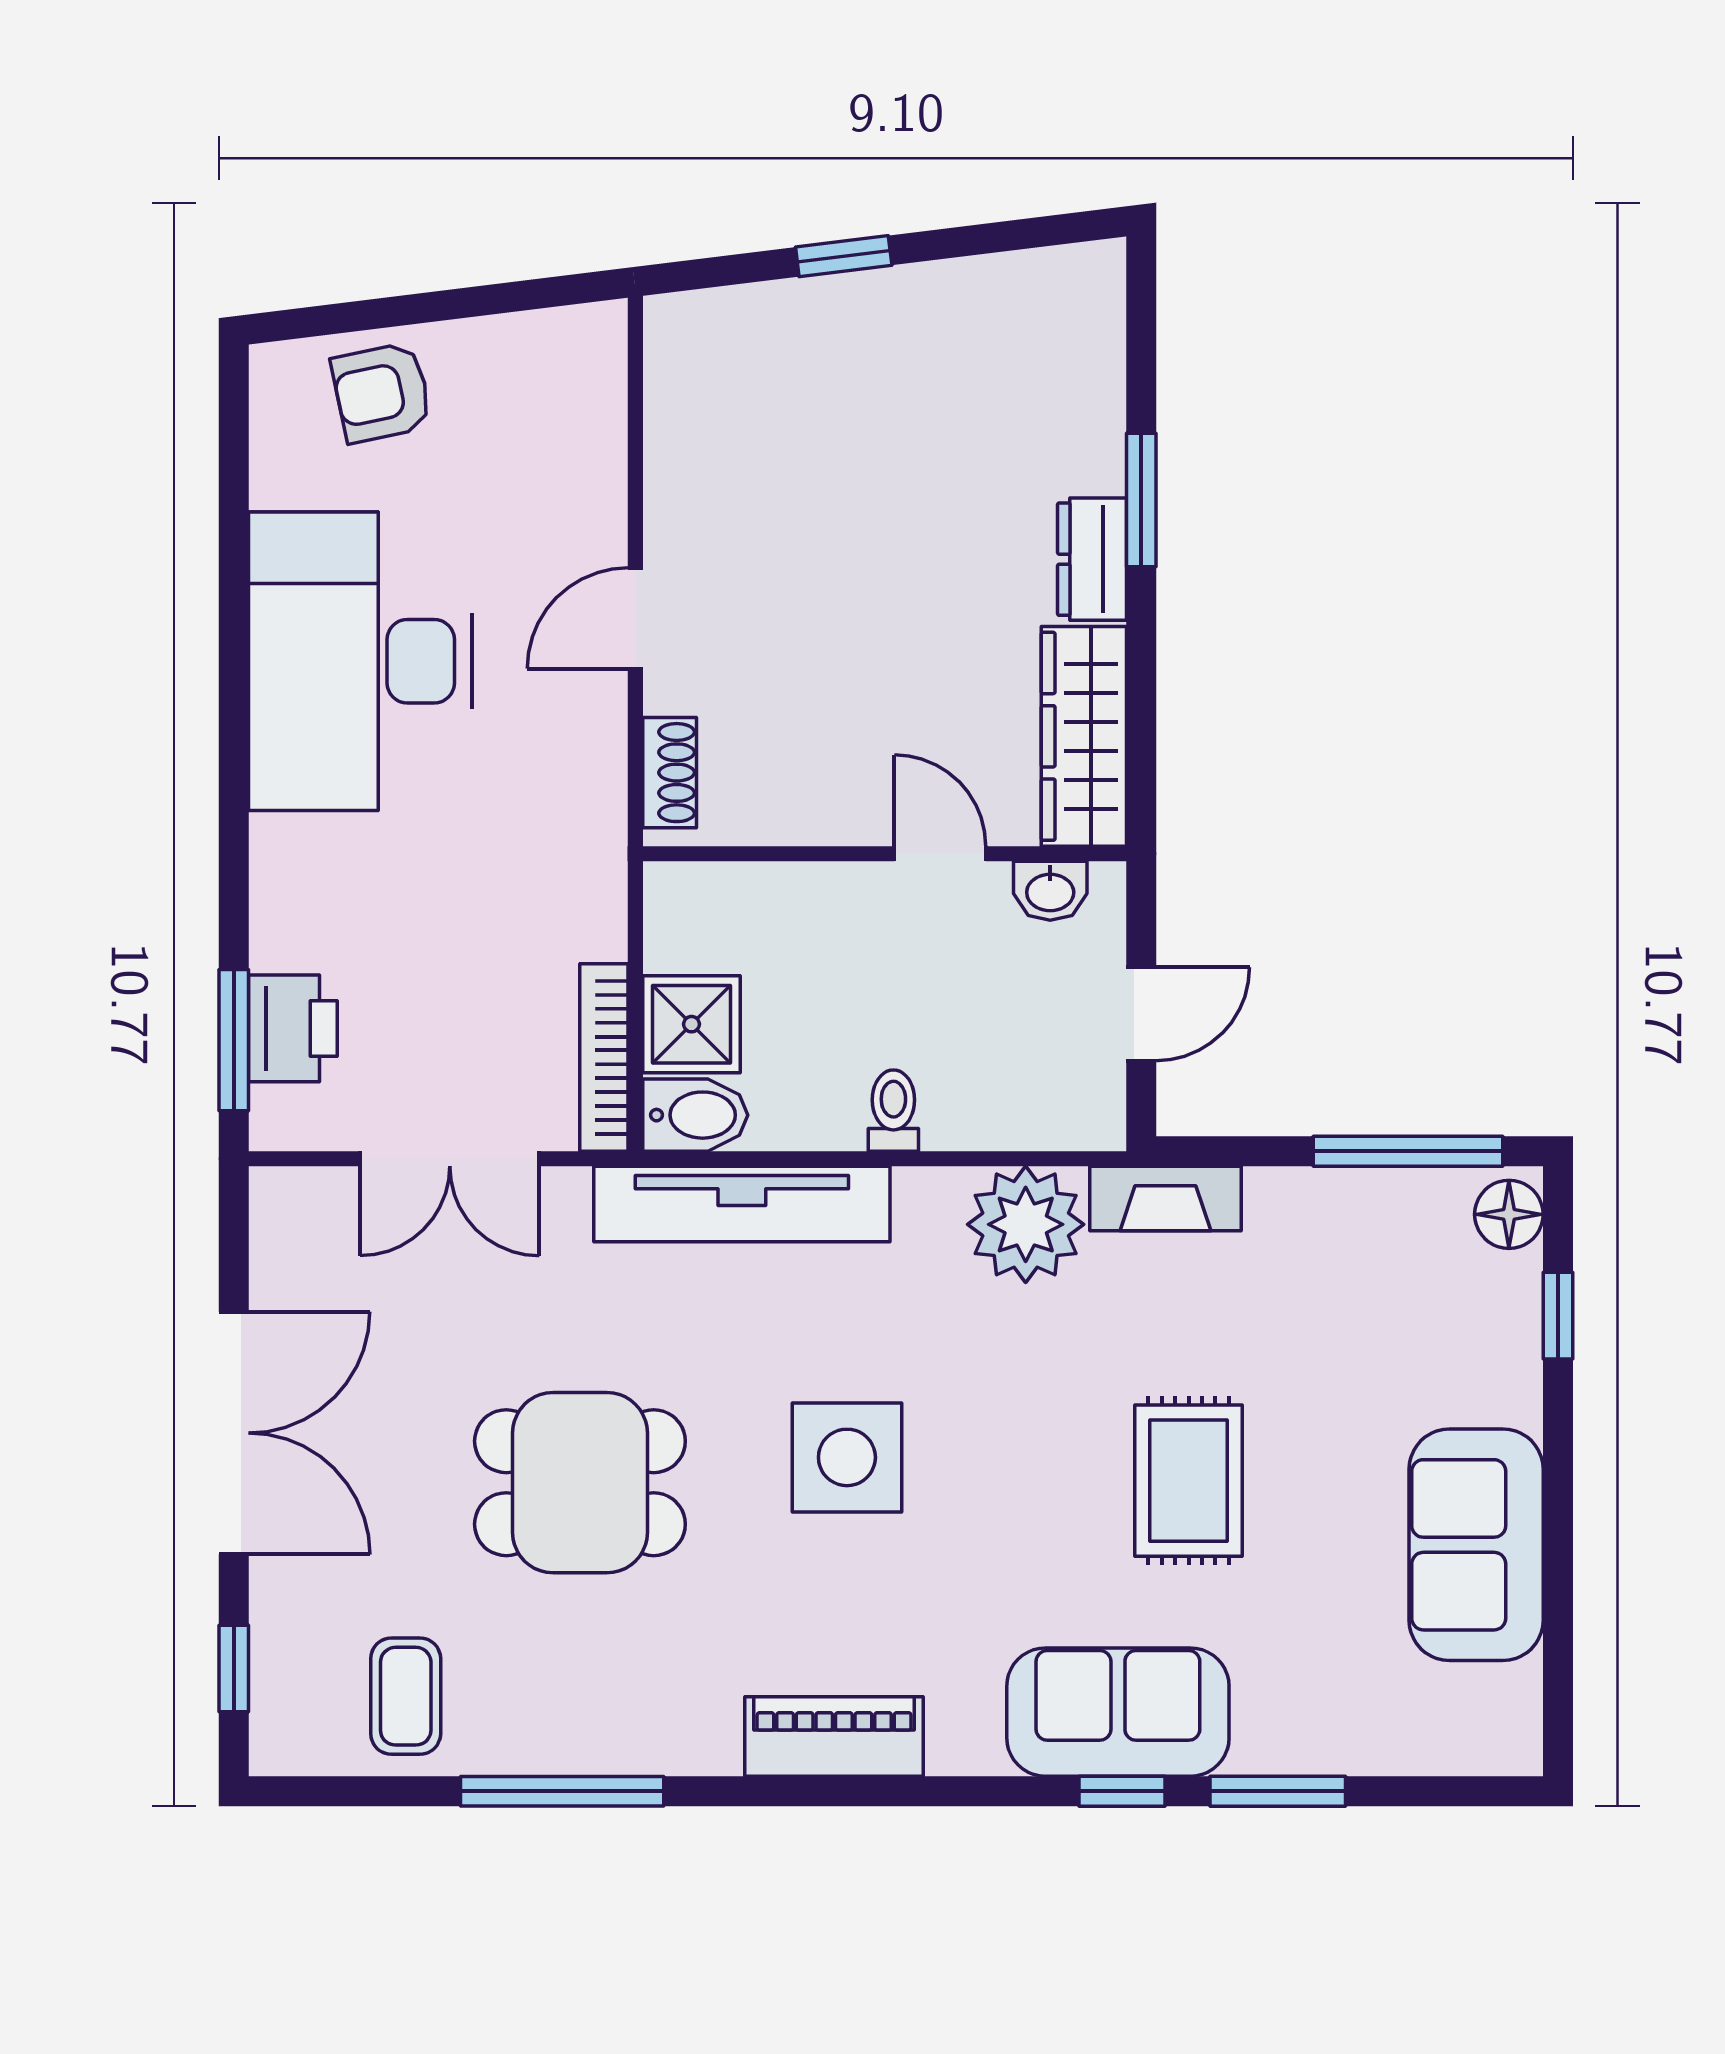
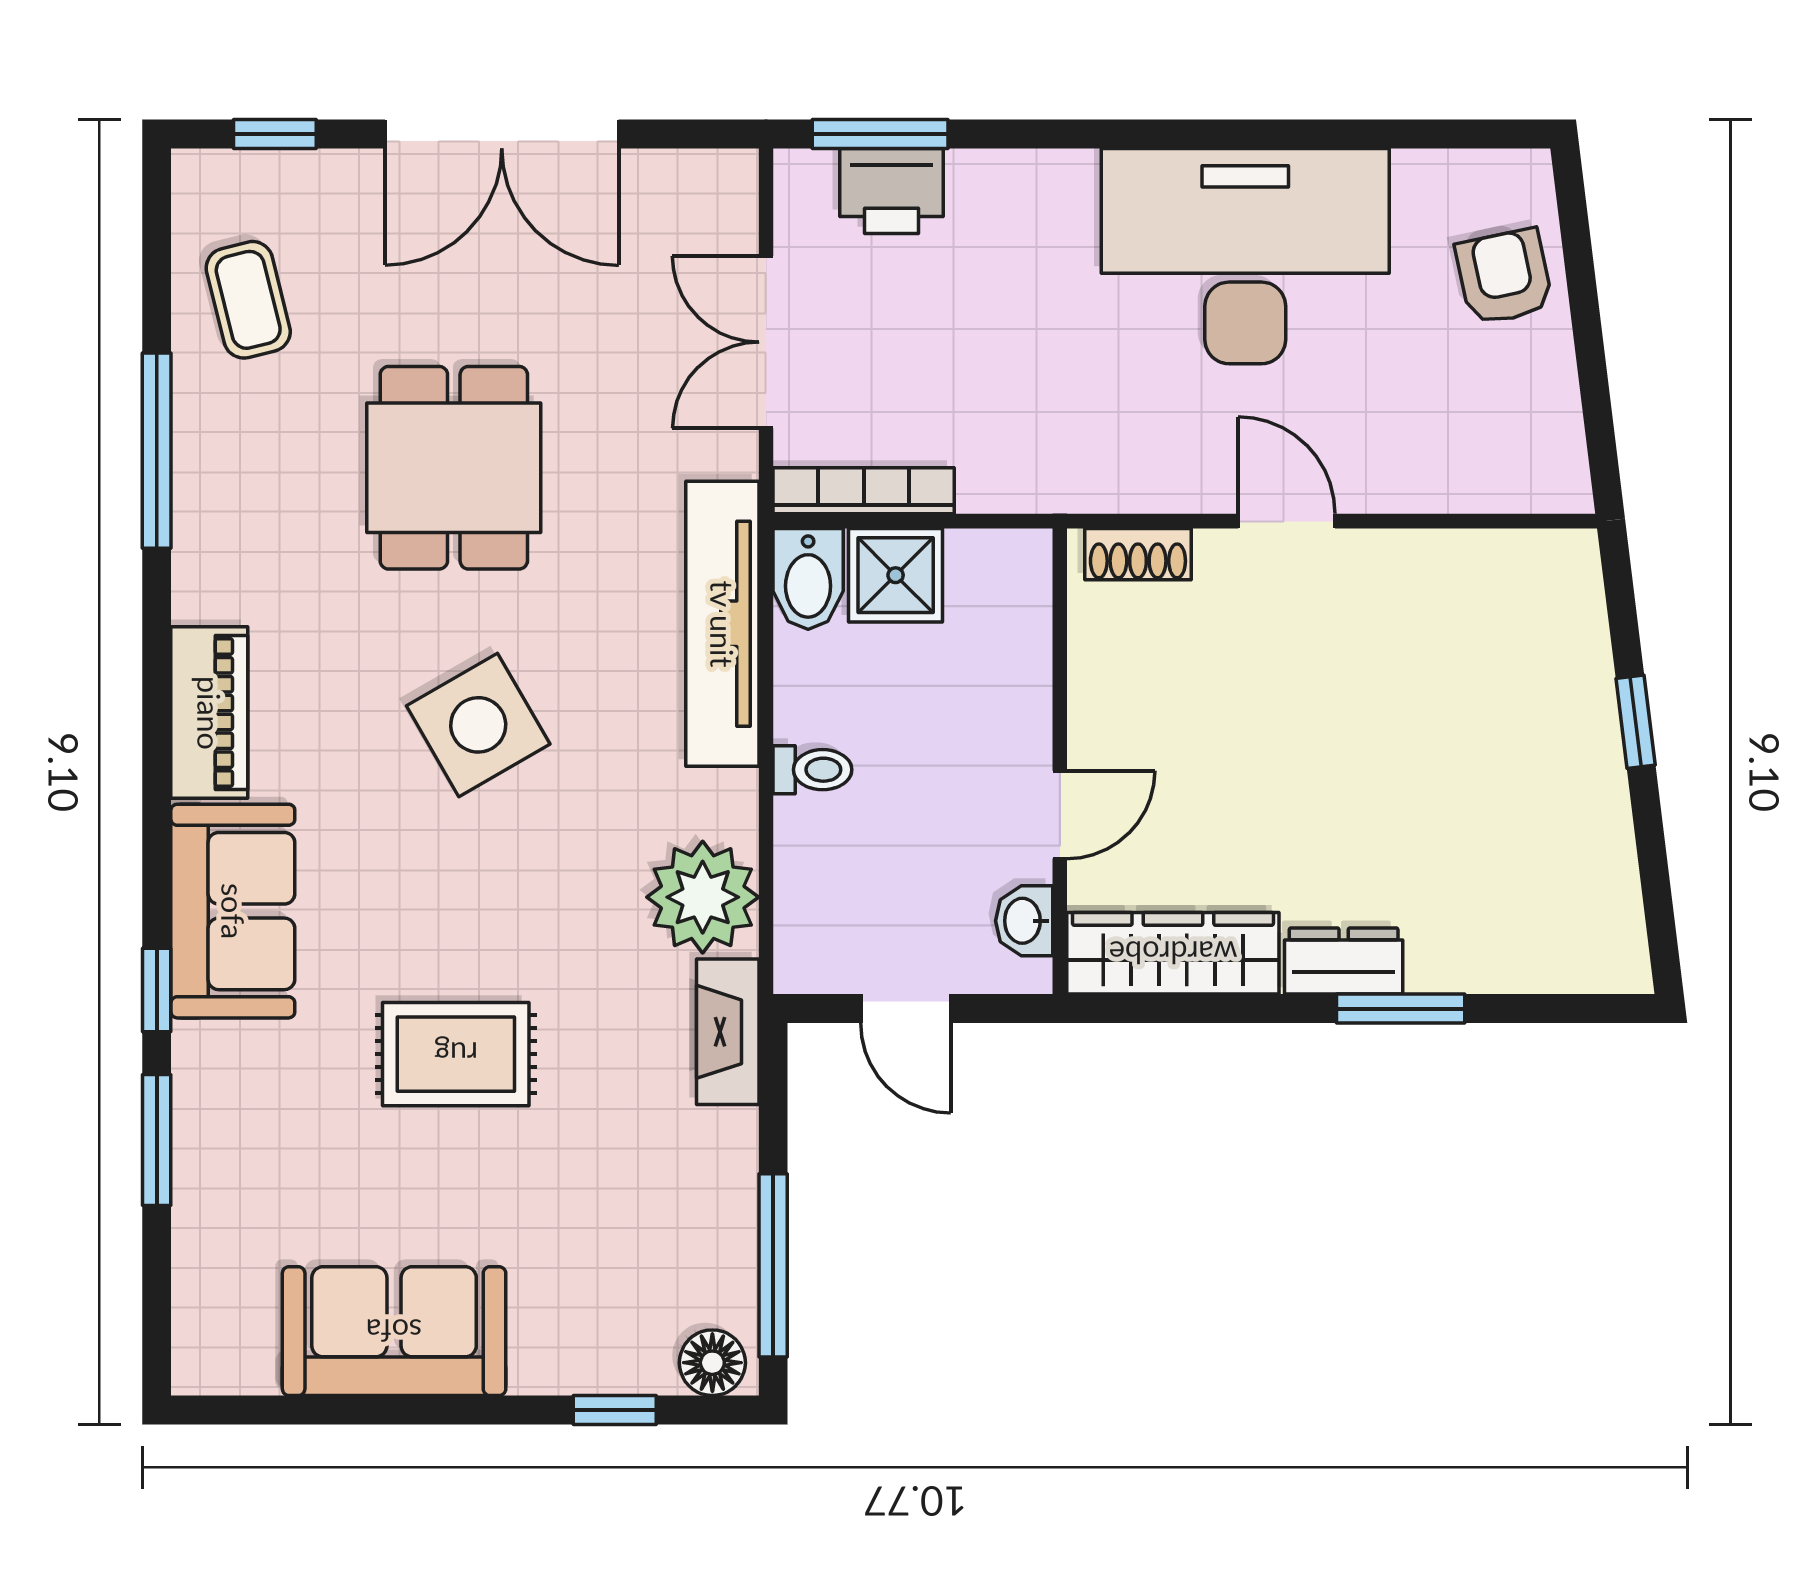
side table: (847, 1457) -> (478, 725), turned -30
coffee table: (406, 1696) -> (248, 300), turned 76
sofa: (1118, 1712) -> (233, 911), moved

